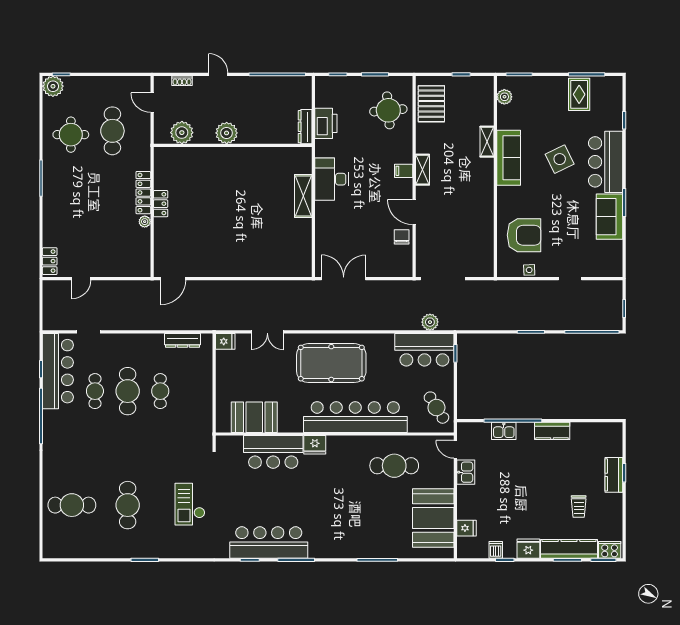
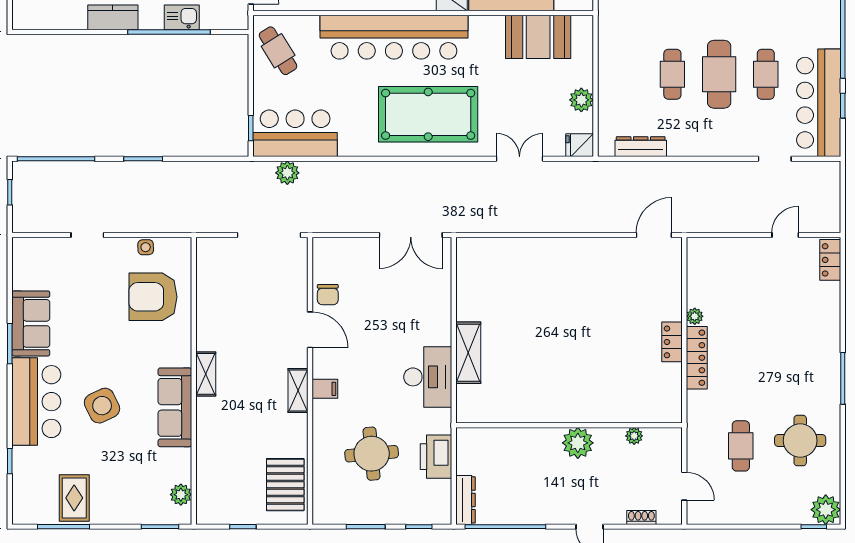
round table: (388, 110) -> (372, 454), moved
dresser: (305, 127) -> (466, 500), moved
cafe table: (112, 131) -> (741, 446), width x0.73, depth x0.74
plant: (182, 133) -> (634, 436), width x0.53, depth x0.53
shelving: (487, 142) -> (206, 374), moved
plant: (224, 373) -> (581, 100), added

